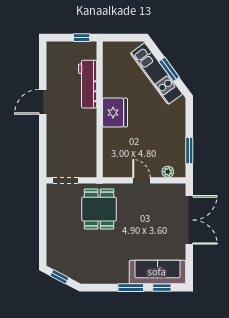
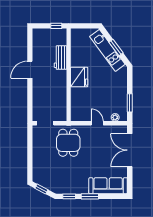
workbench: (88, 84) -> (61, 58), width x0.73
double door: (189, 220) -> (130, 150), swing flipped
window: (162, 288) -> (69, 196), moved

